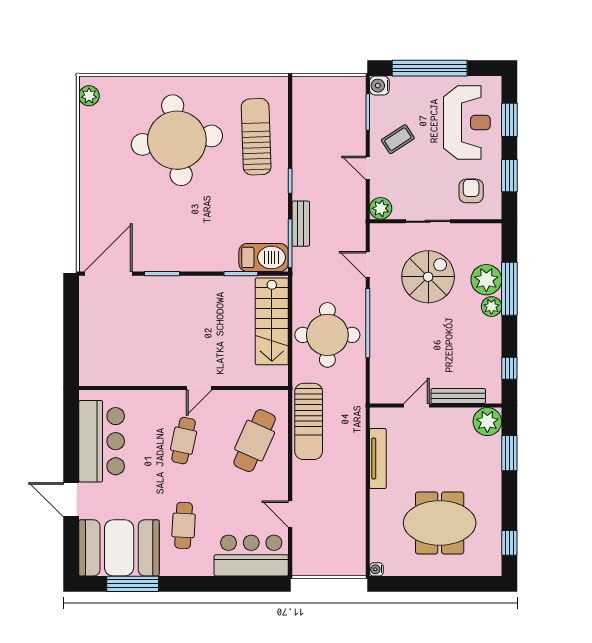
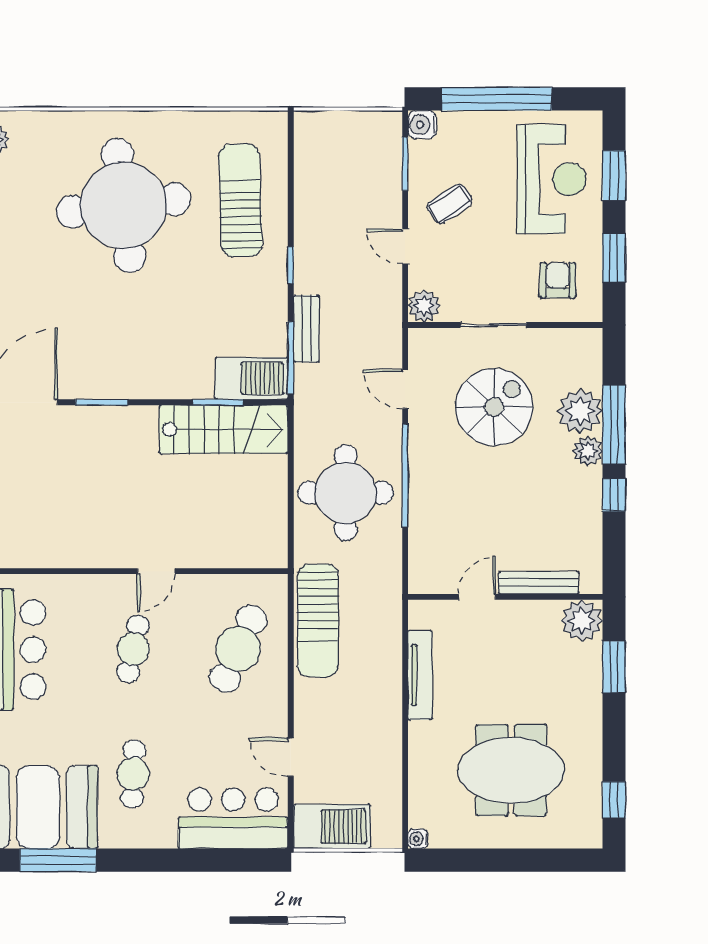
stairs: (272, 321) -> (224, 429), moved, turned -90
window: (509, 368) -> (614, 495), moved
barbecue: (318, 561) -> (332, 827), added

